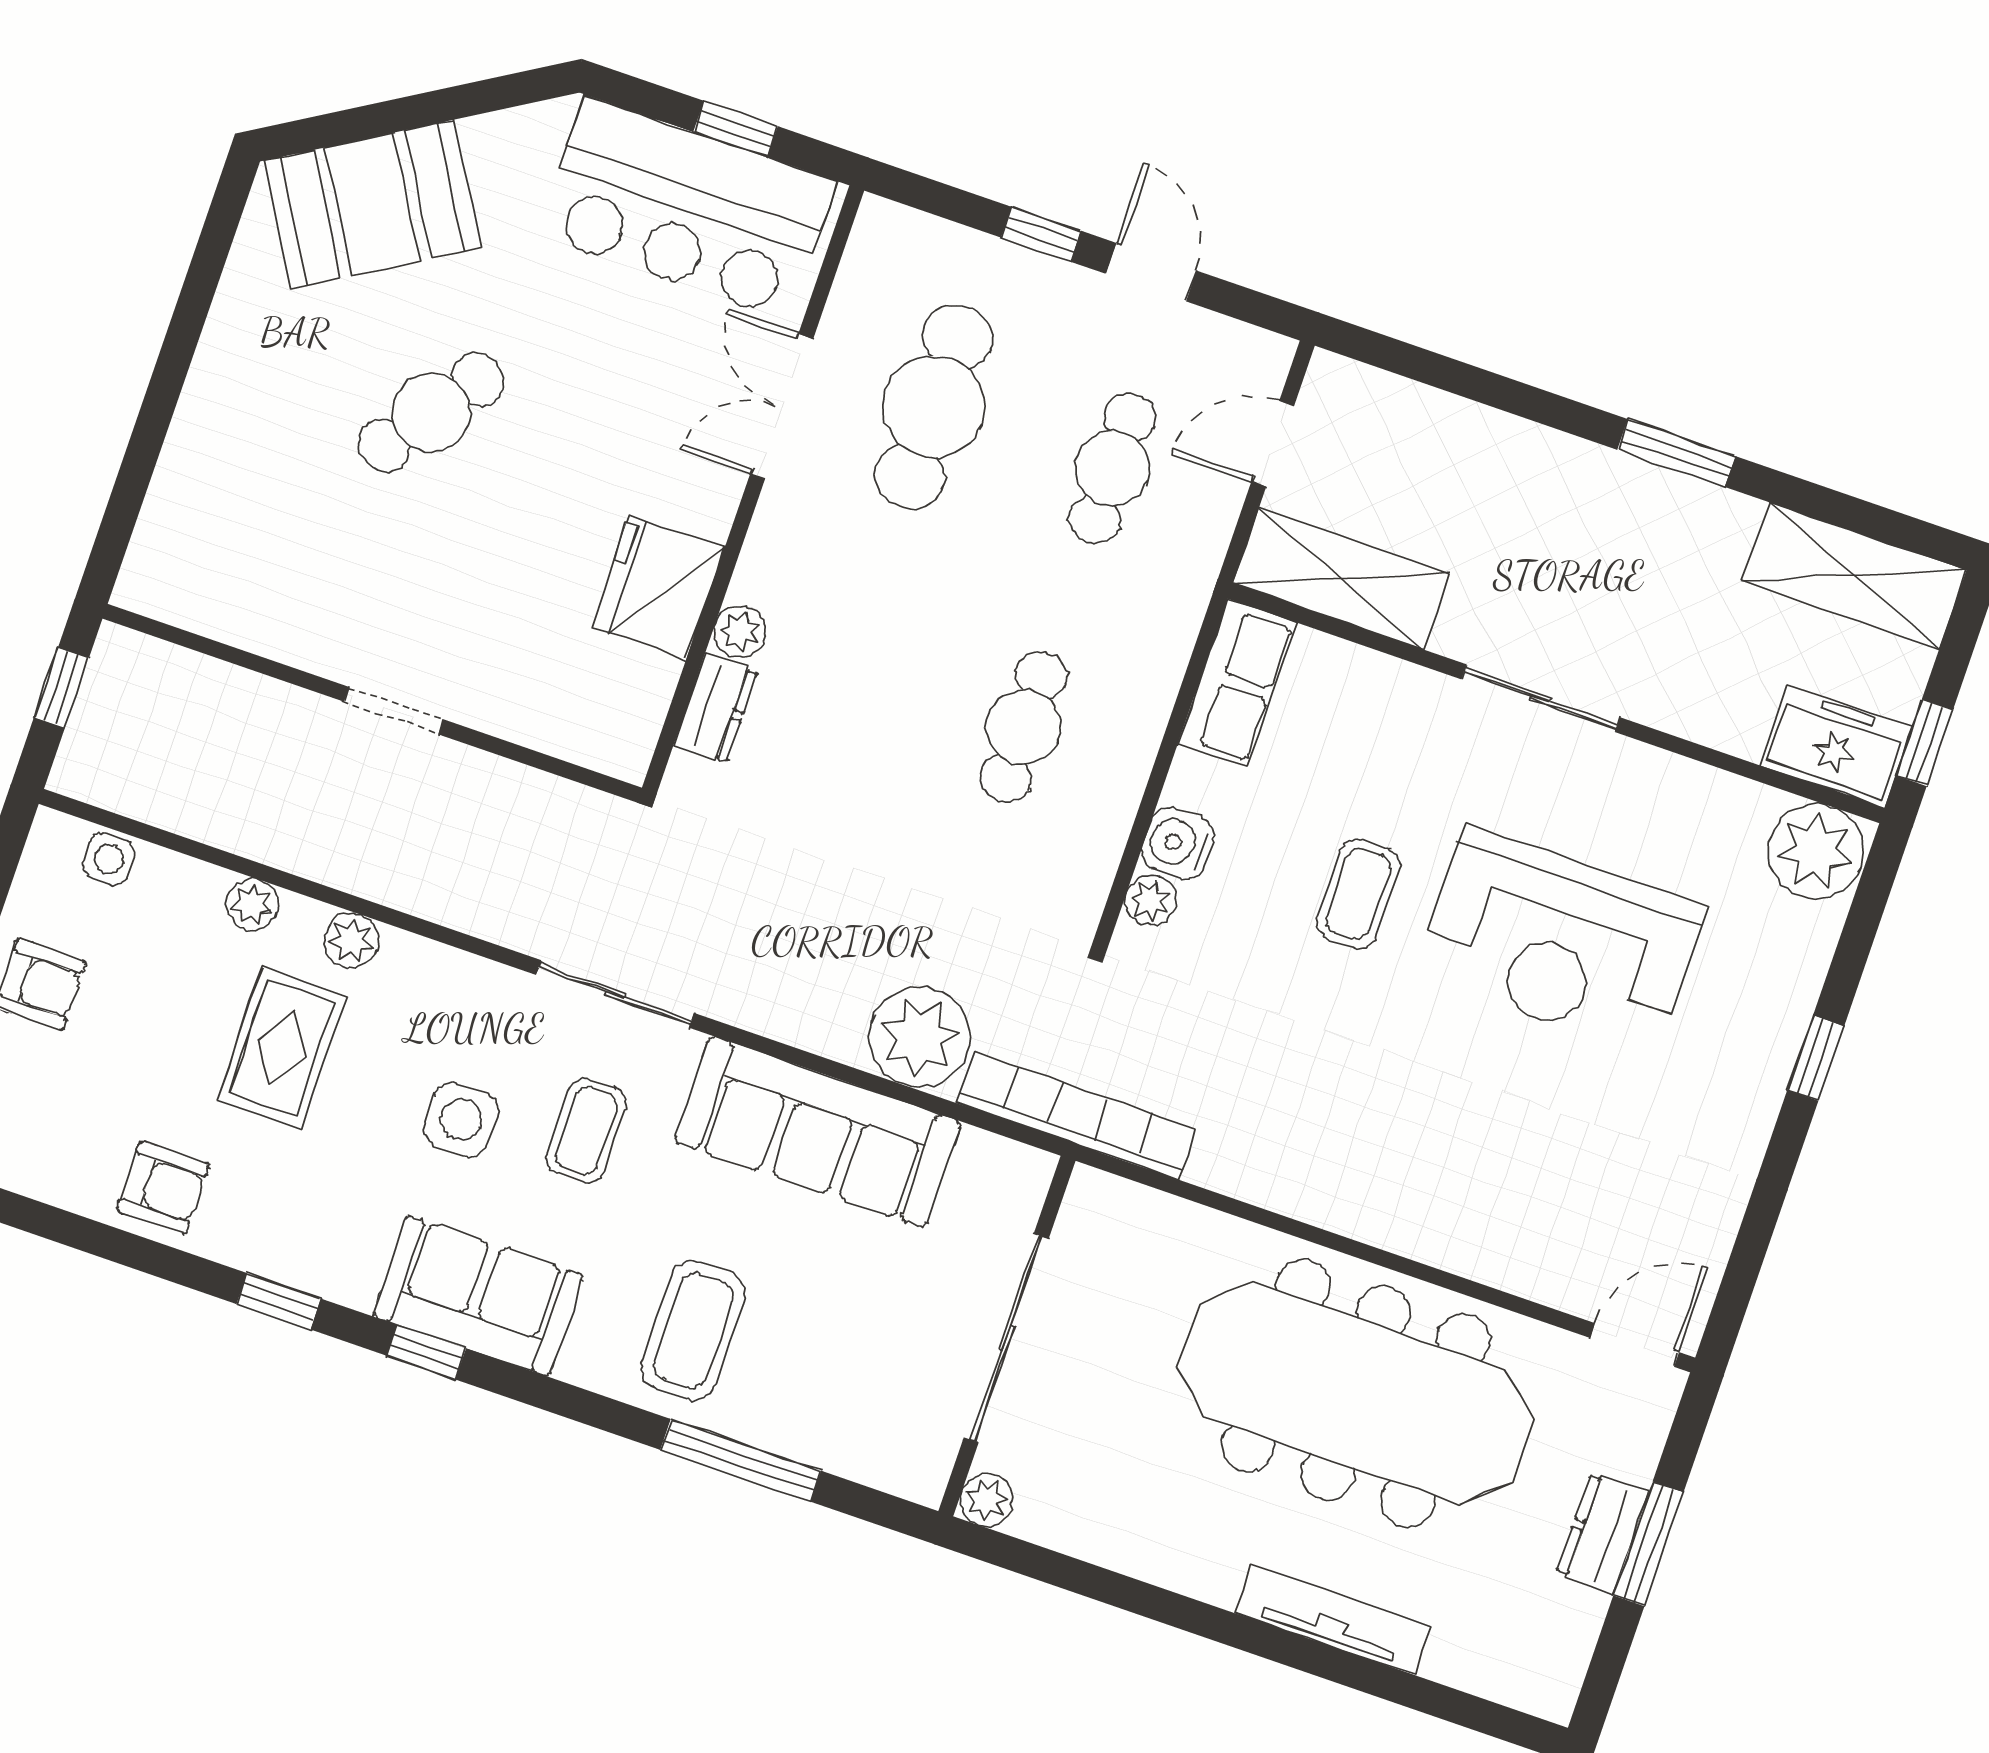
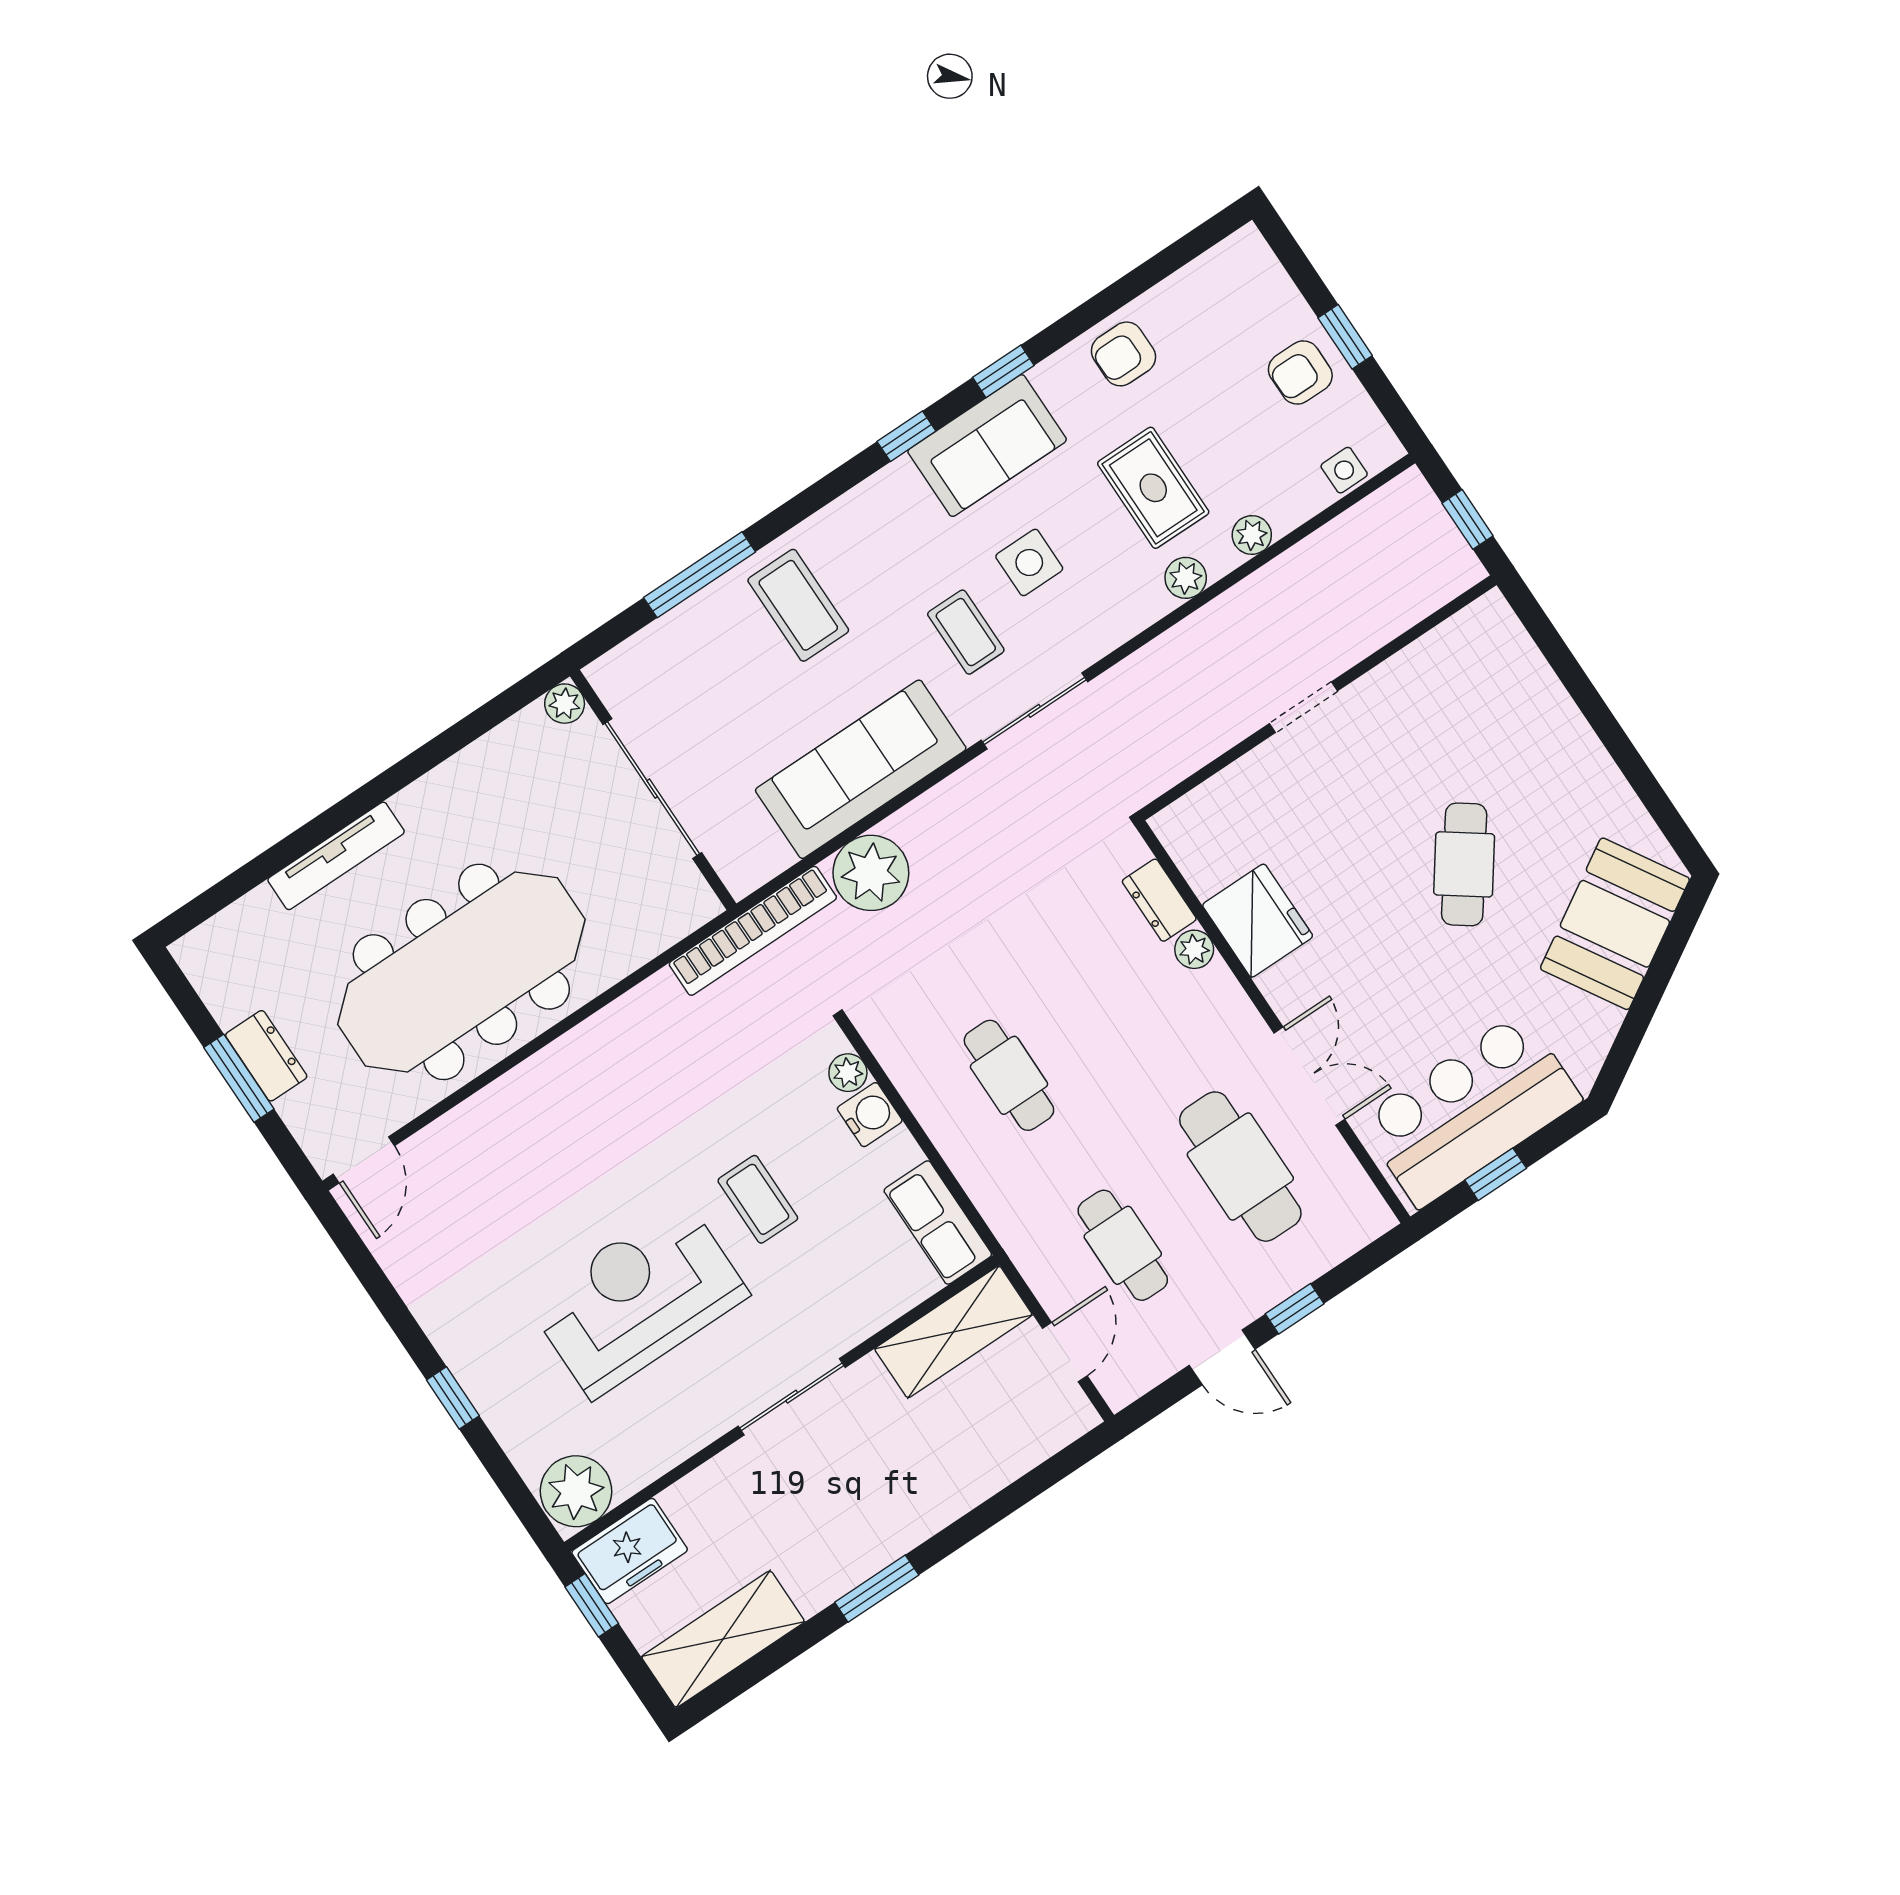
sofa: (478, 1296) -> (987, 446), moved

